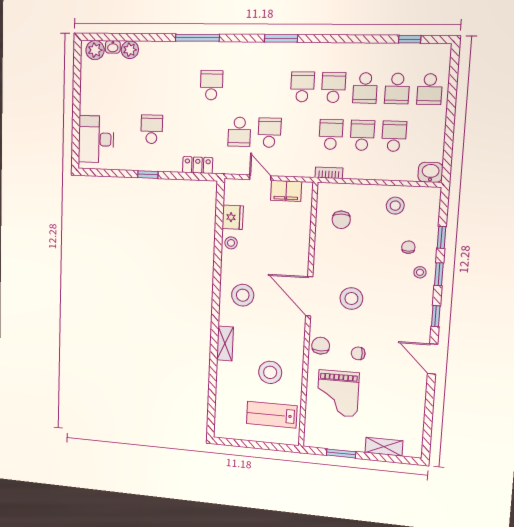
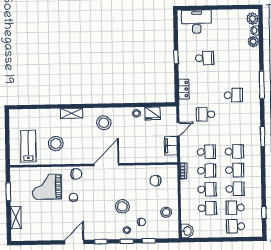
school desk: (365, 88) -> (235, 189), turned 180
school desk: (269, 133) -> (206, 152), moved
stool: (351, 298) -> (122, 206), moved

